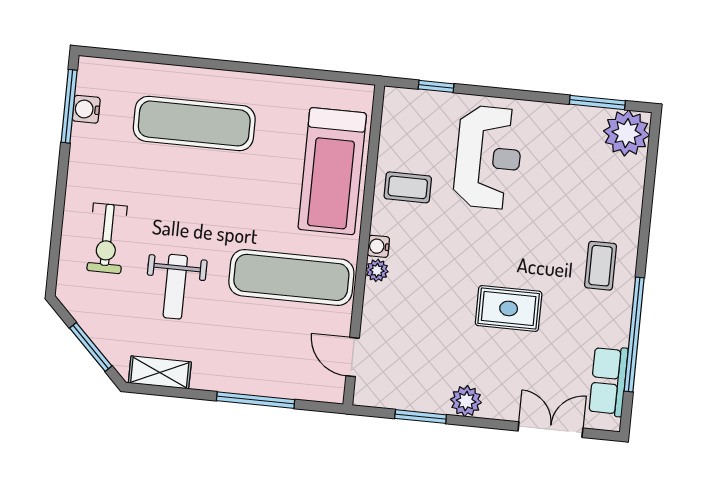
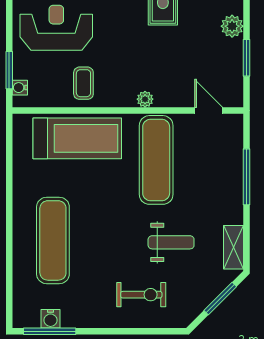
window: (436, 86) -> (9, 70), width x1.50
water cooler: (378, 246) -> (20, 88), moved, turned 90
door: (353, 357) -> (209, 111), swing flipped

